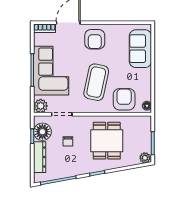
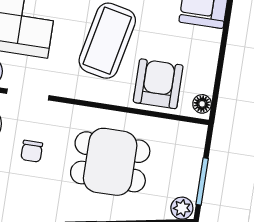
dining table: (107, 141) -> (110, 162), turned 90

